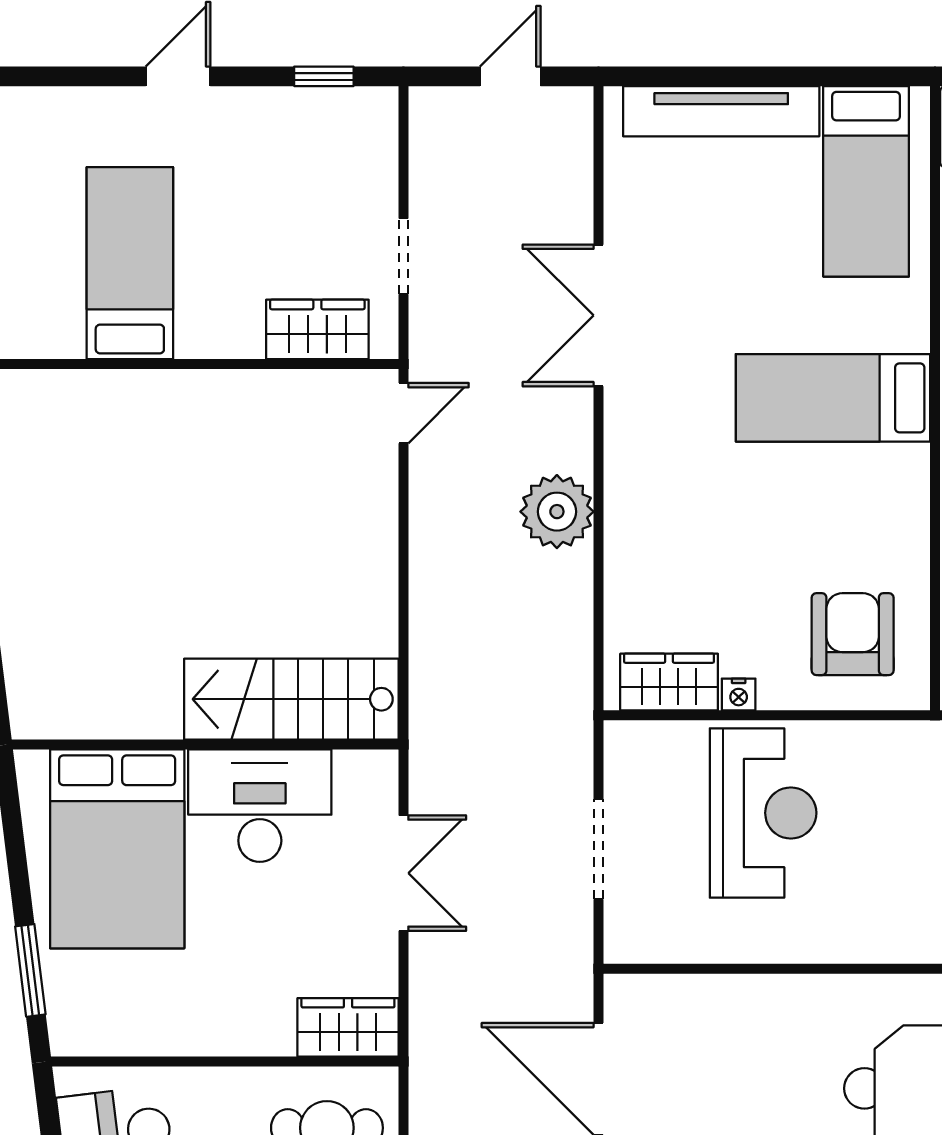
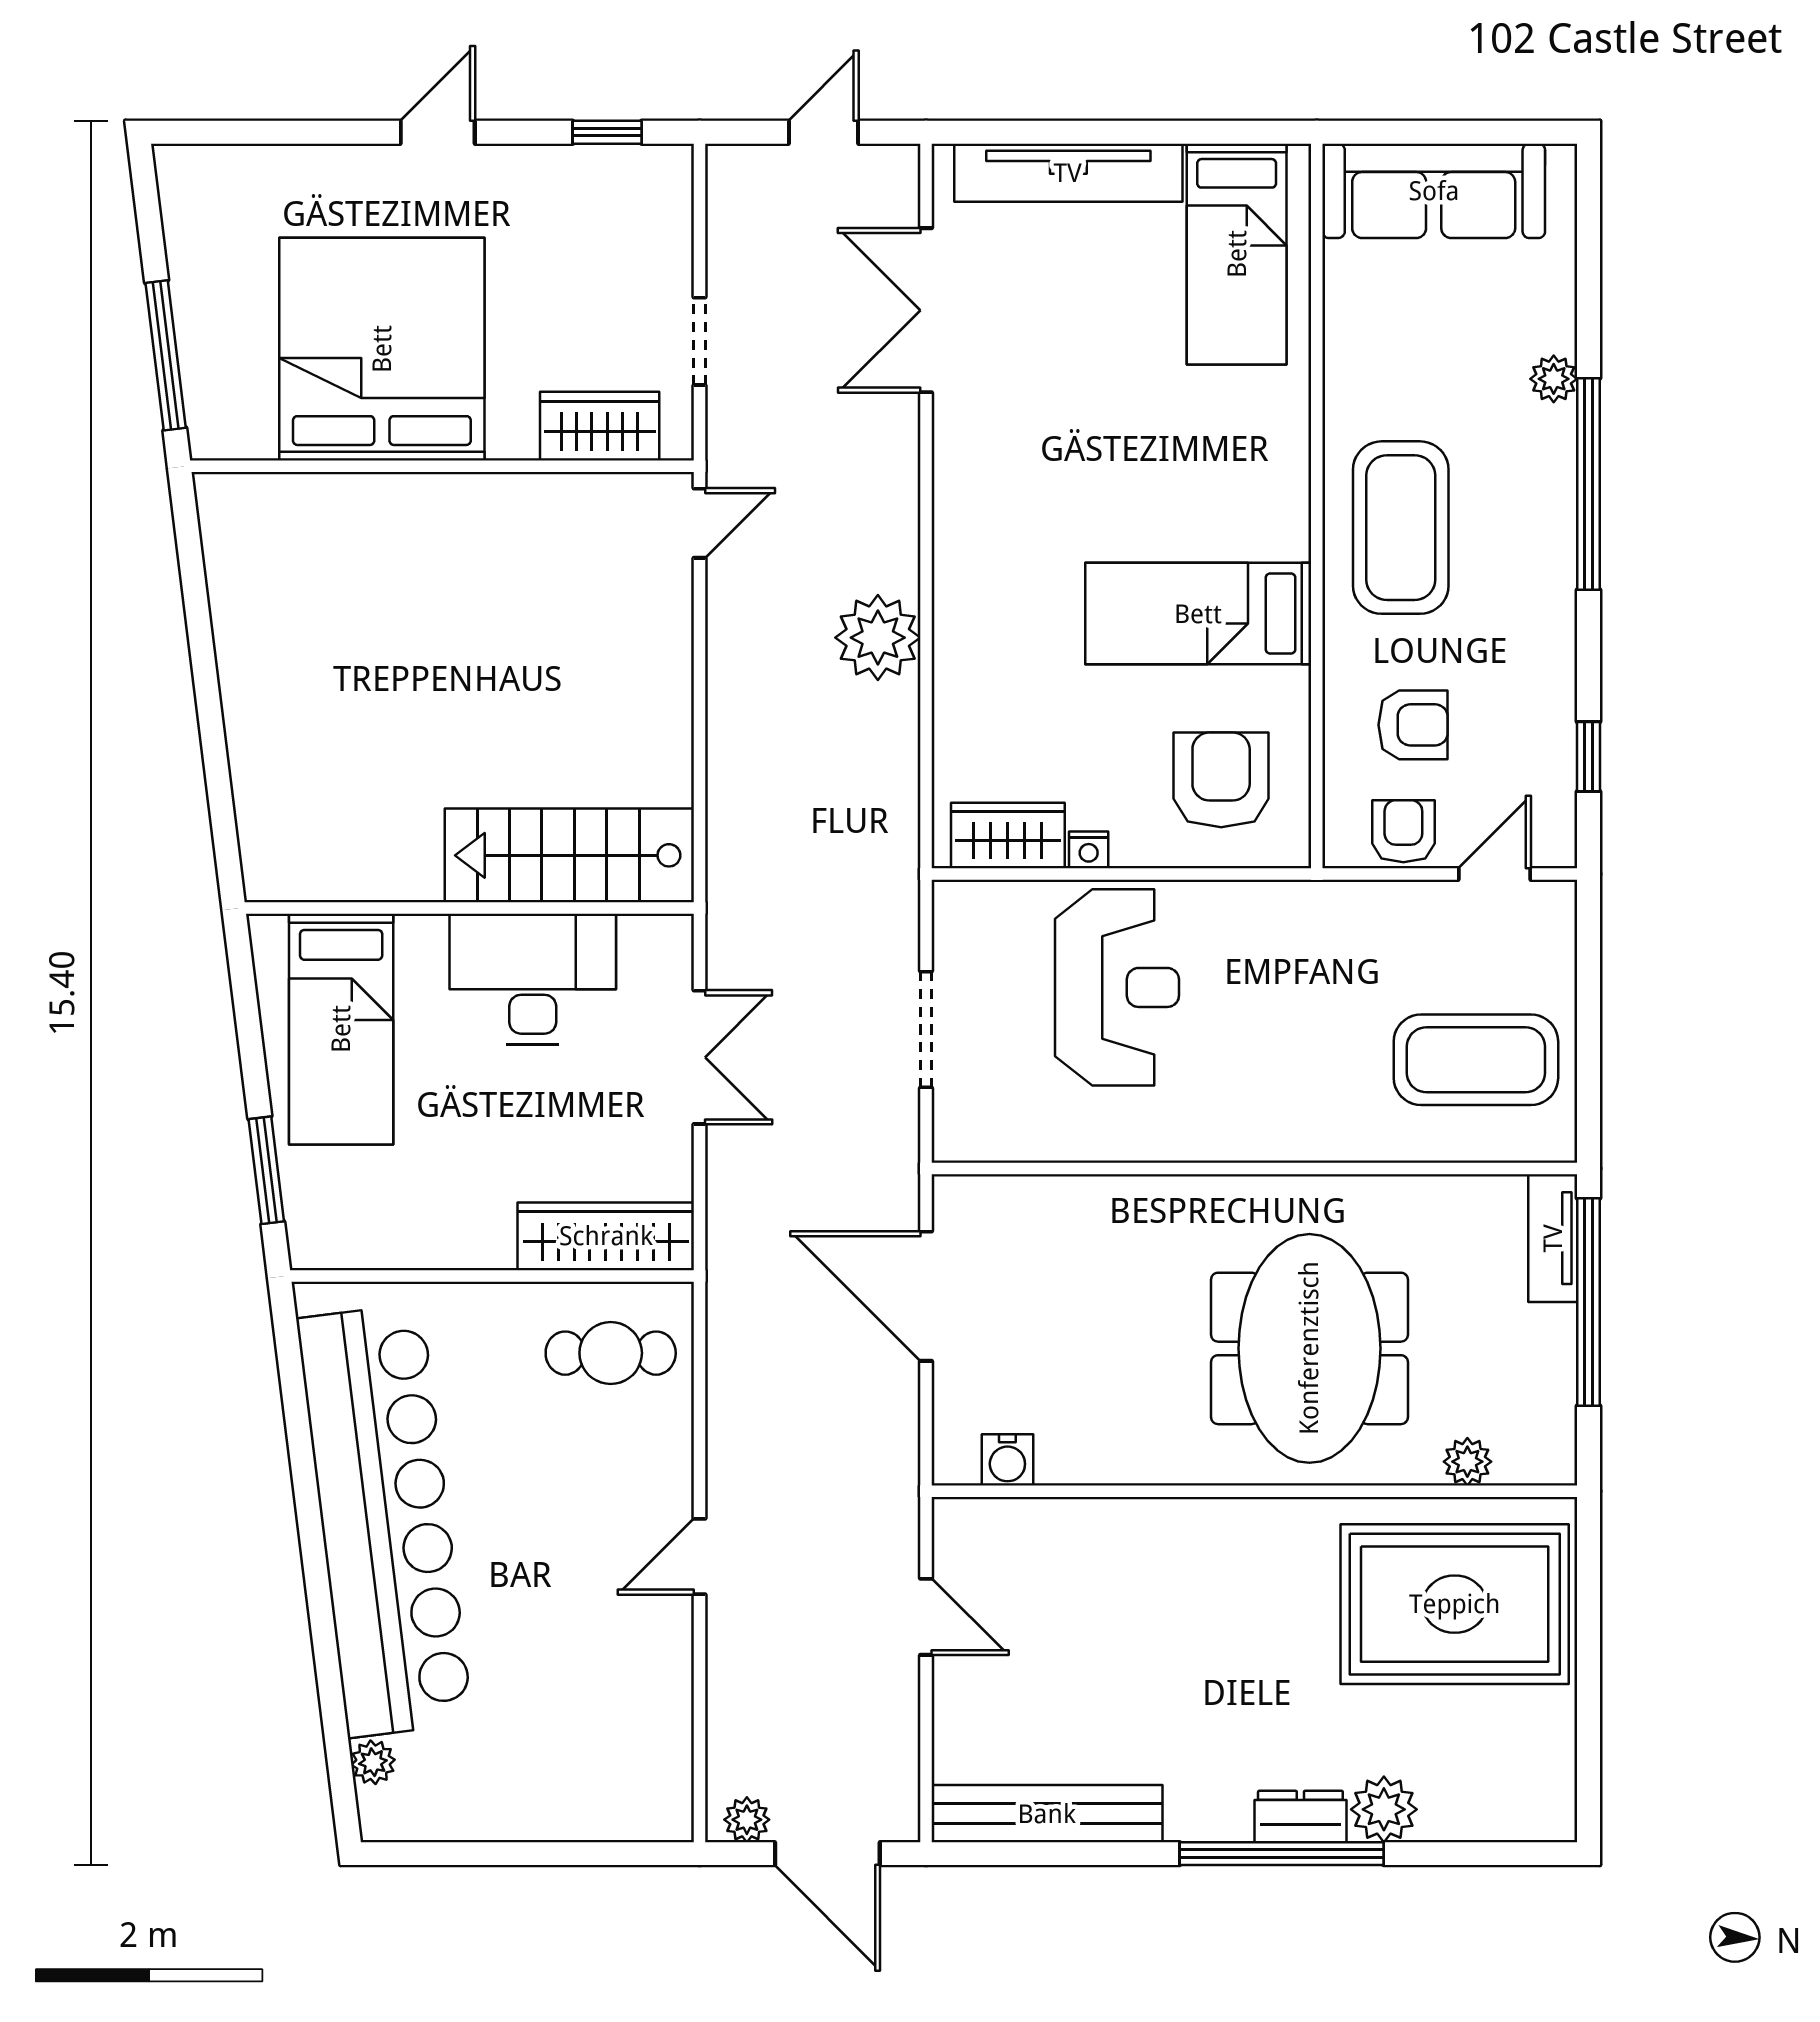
bed: (130, 263) -> (382, 349), width x2.04
double door: (598, 315) -> (926, 310), moved
bed: (833, 398) -> (1198, 614), moved
bed: (117, 849) -> (341, 1029), width x0.67
wardrobe: (348, 1027) -> (606, 1236), width x1.50

